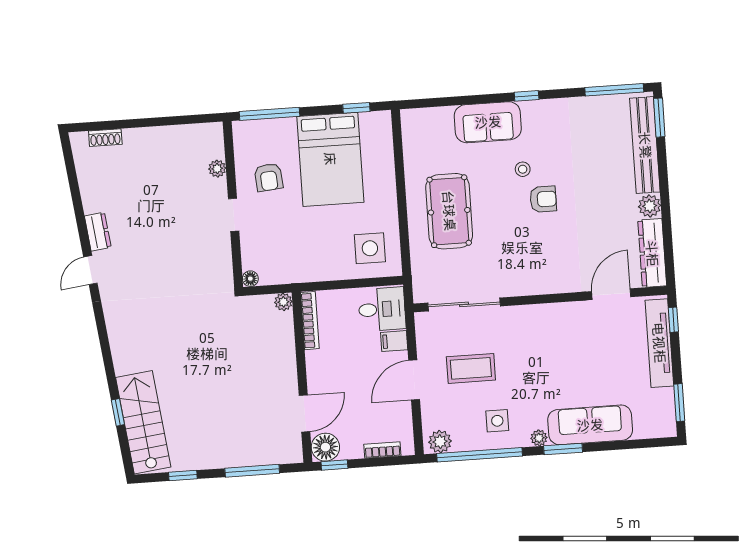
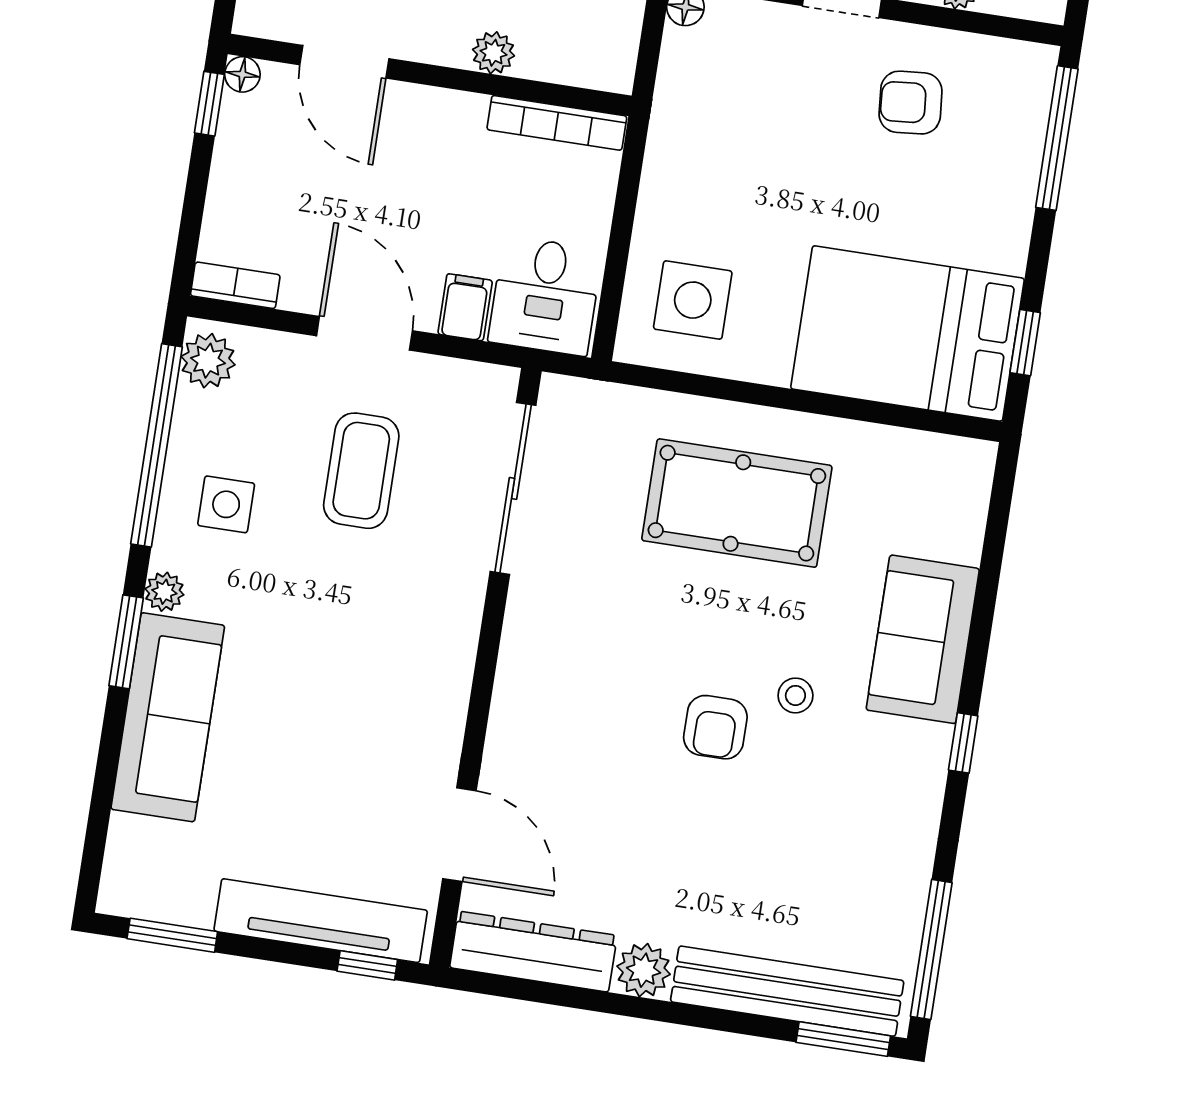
bed: (330, 159) -> (907, 334), moved
plant: (283, 302) -> (494, 53), moved
floor lamp: (325, 447) -> (242, 74), width x0.53, depth x0.53
bookcase: (382, 450) -> (235, 285), moved, turned -90

